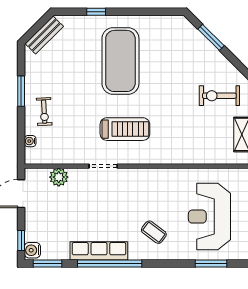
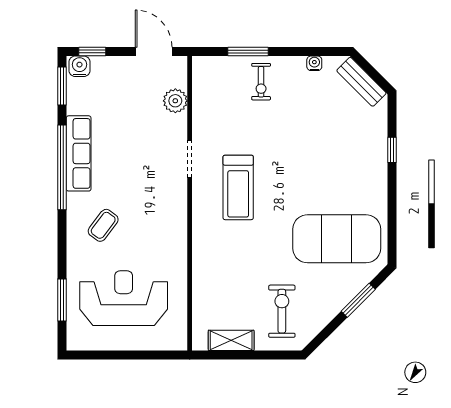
exercise mat: (120, 61) -> (337, 239), moved
window: (21, 91) -> (248, 51), moved
exercise bike: (44, 112) -> (261, 82), turned -87
water cooler: (30, 141) -> (314, 63), moved

